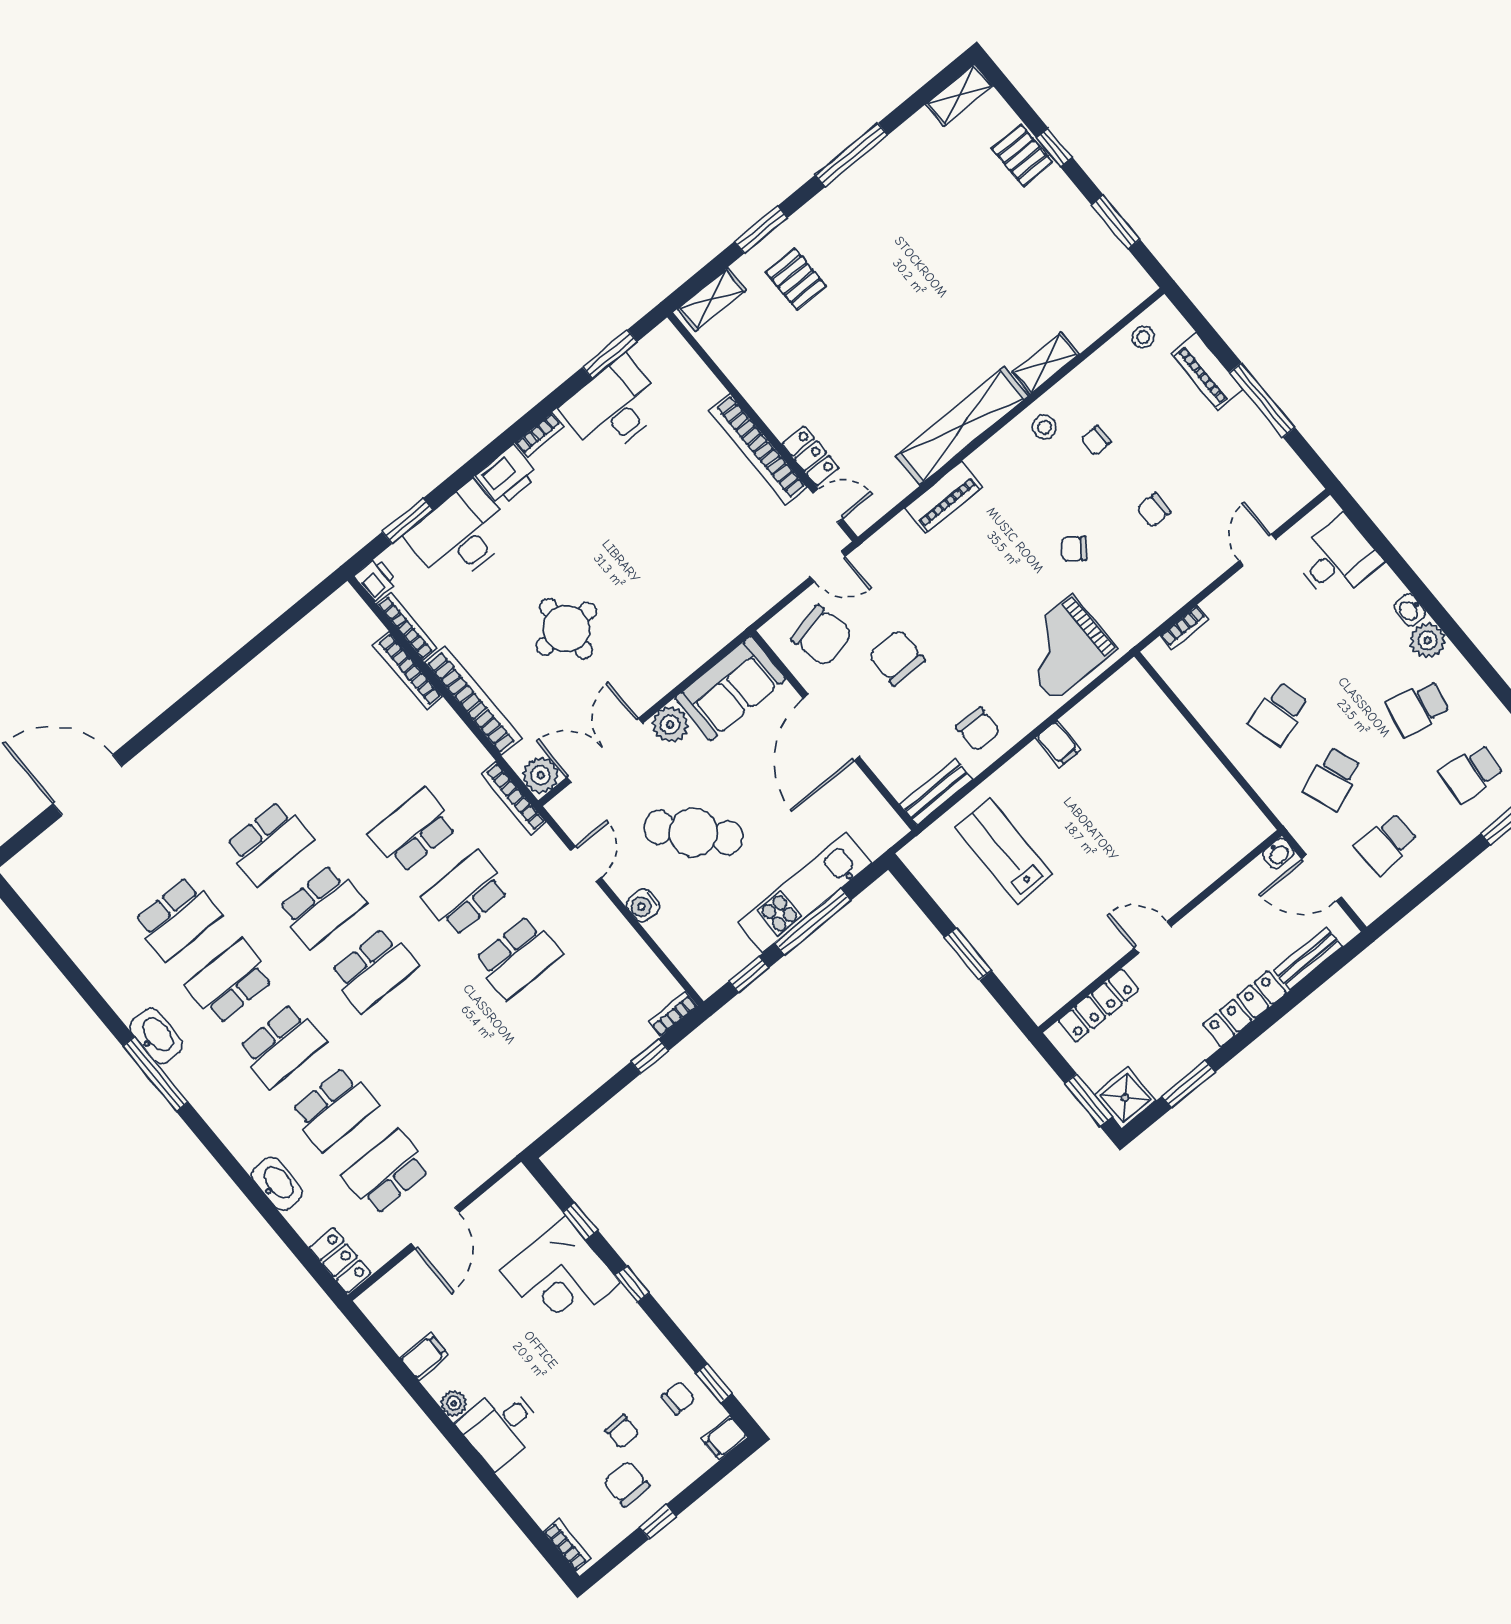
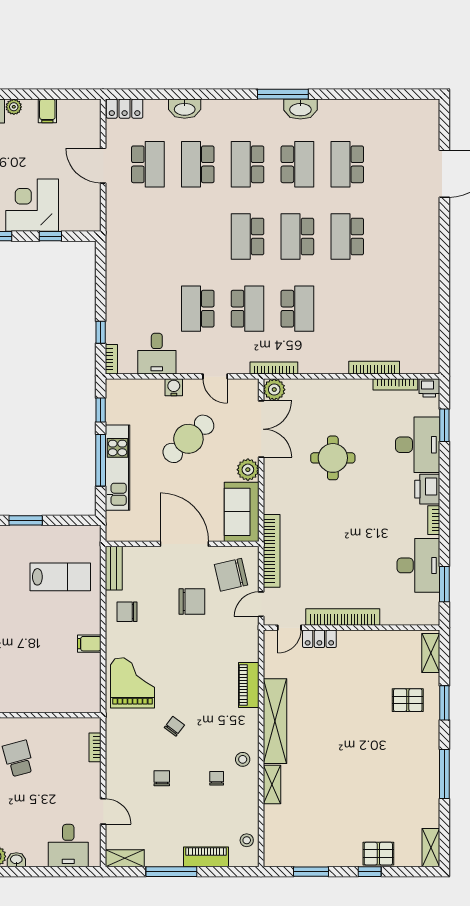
shelving: (1294, 473) -> (125, 858), added
bookcase: (473, 700) -> (272, 551), moved, turned -90
desk: (618, 962) -> (157, 354), added

